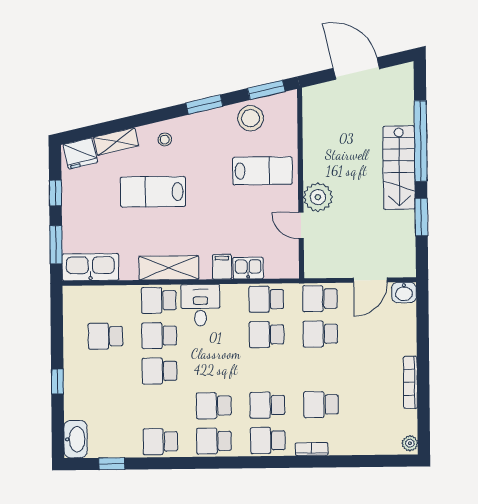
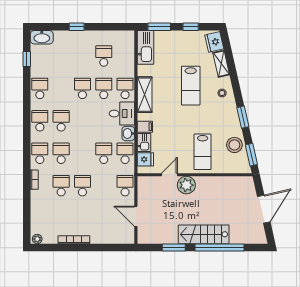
lab bench: (153, 192) -> (191, 86), turned 180
fridge: (276, 265) -> (145, 159), added
washbasin: (404, 292) -> (128, 134), moved
school desk: (320, 334) -> (82, 186), moved

